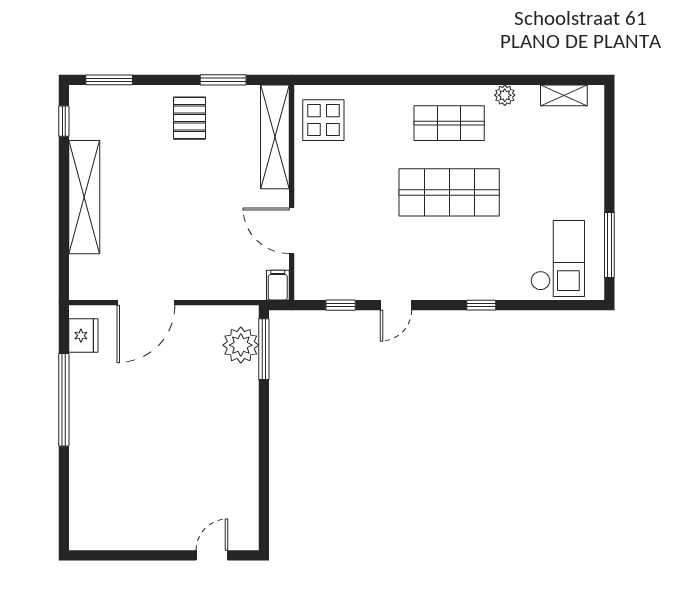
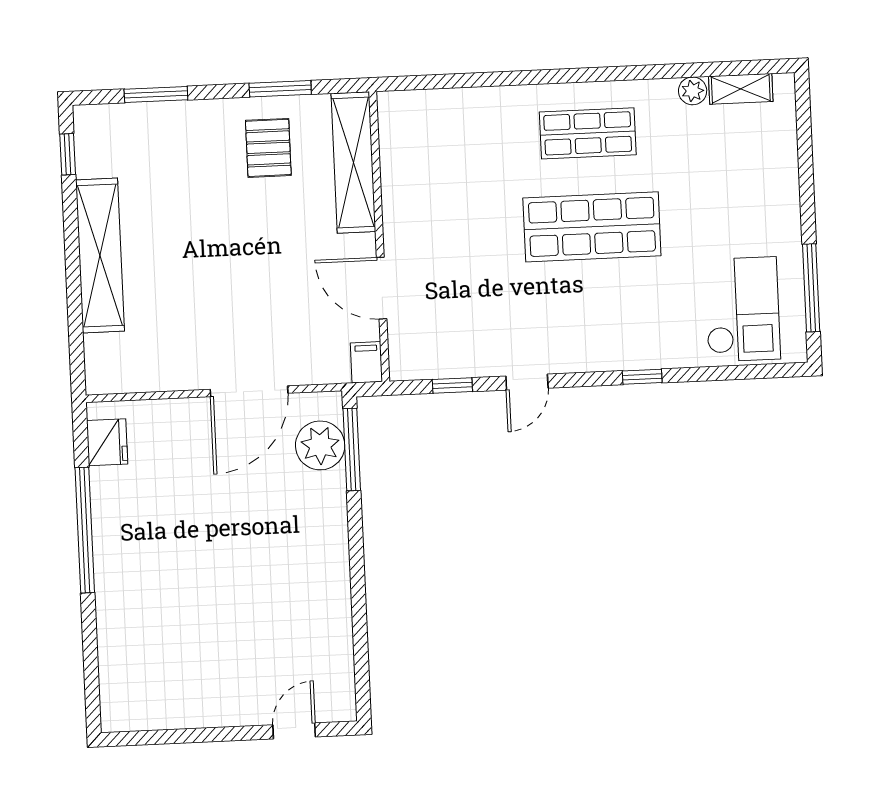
window: (109, 80) -> (156, 94), moved
plant: (505, 95) -> (693, 91), moved
pallet: (189, 118) -> (268, 148), moved
display table: (323, 120) -> (418, 137), removed
door: (146, 303) -> (249, 391), moved

